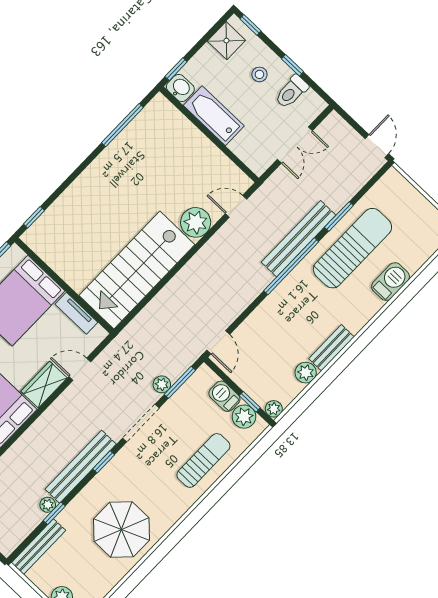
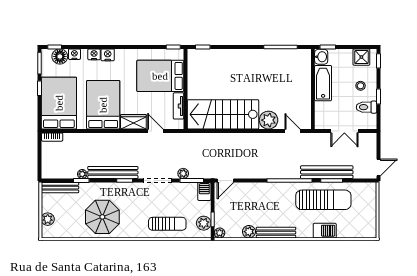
bench: (299, 239) -> (327, 172), moved
bench: (331, 348) -> (276, 233), width x1.36
barbecue: (224, 396) -> (204, 191), moved

